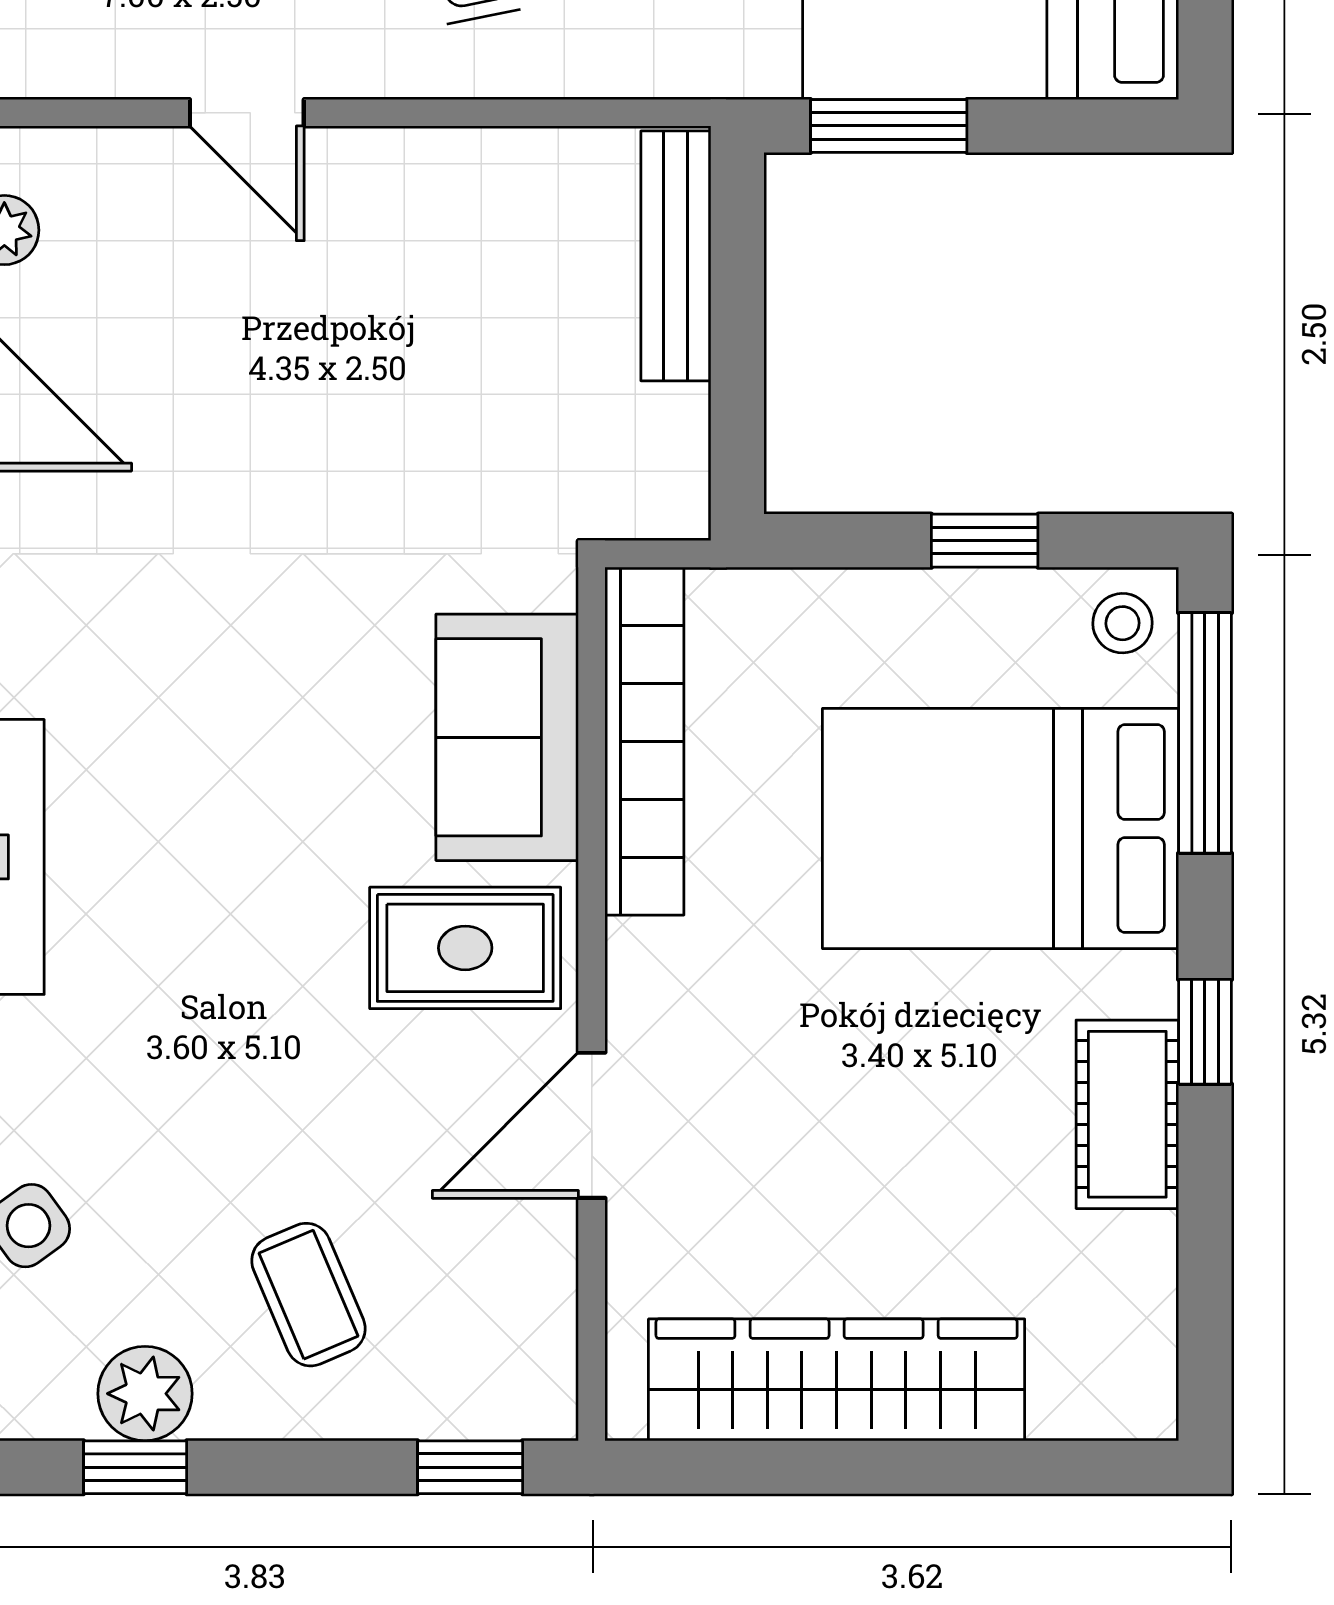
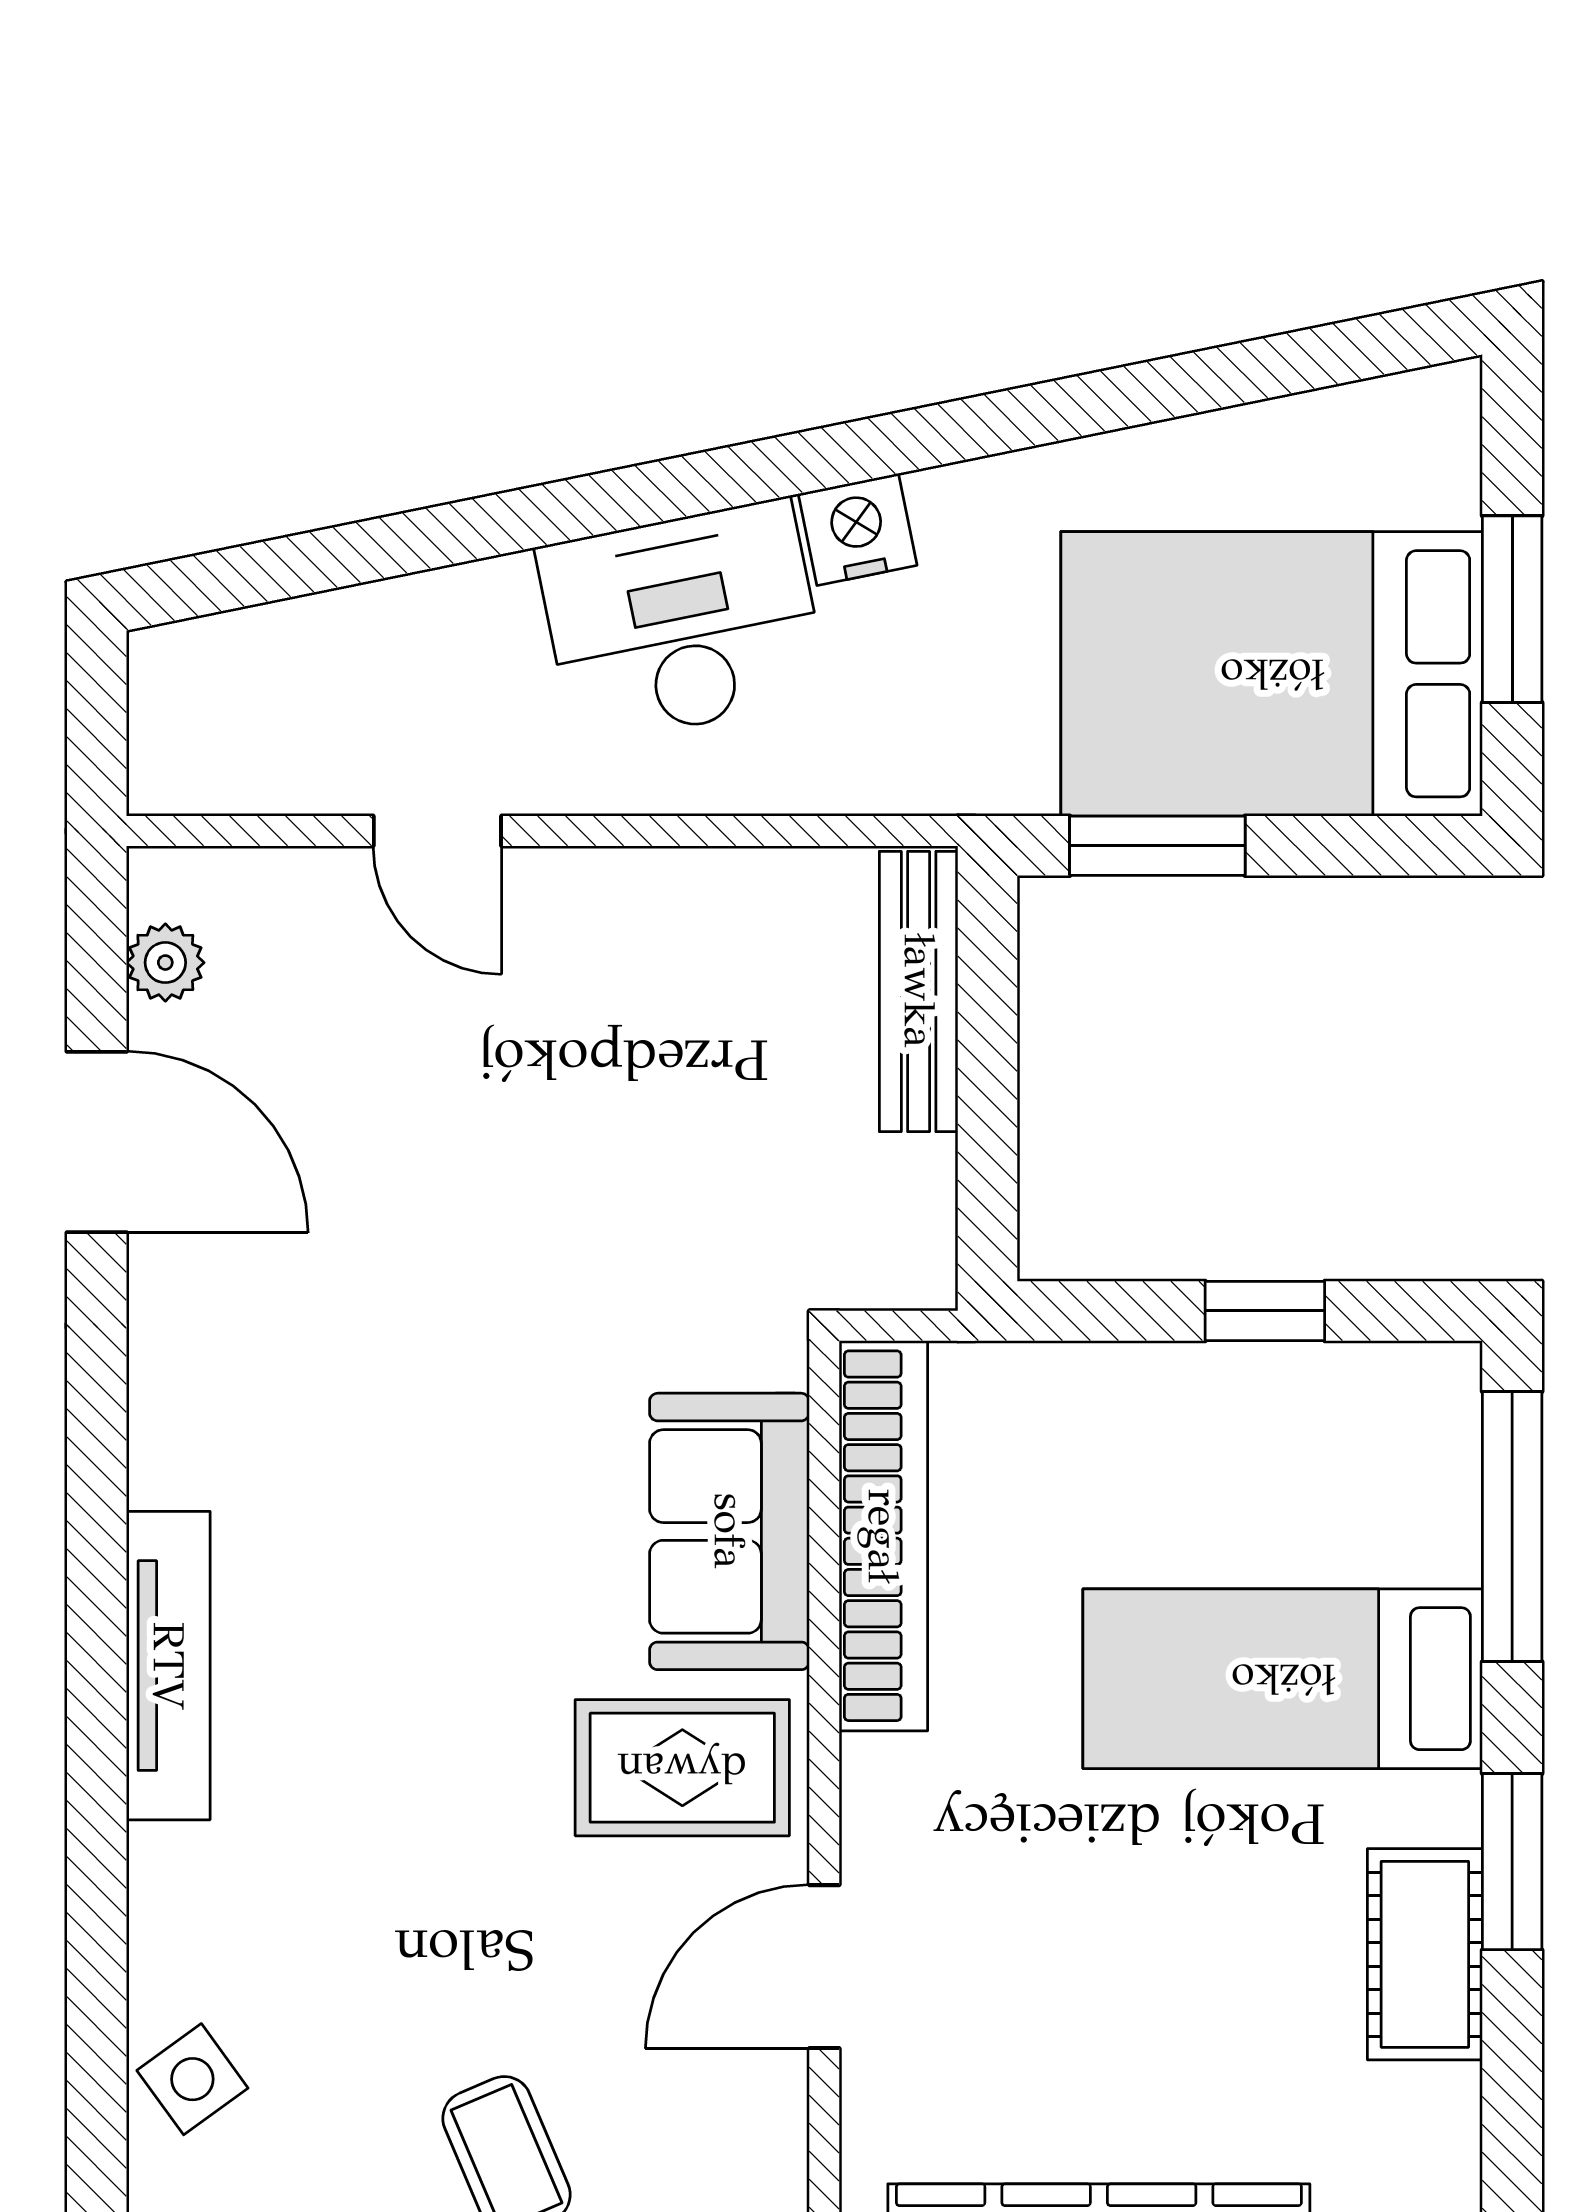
stool: (1123, 623) -> (1420, 1403), removed
bed: (1000, 829) -> (1283, 1679), width x0.67
window: (1205, 1032) -> (1512, 1862), width x1.50

